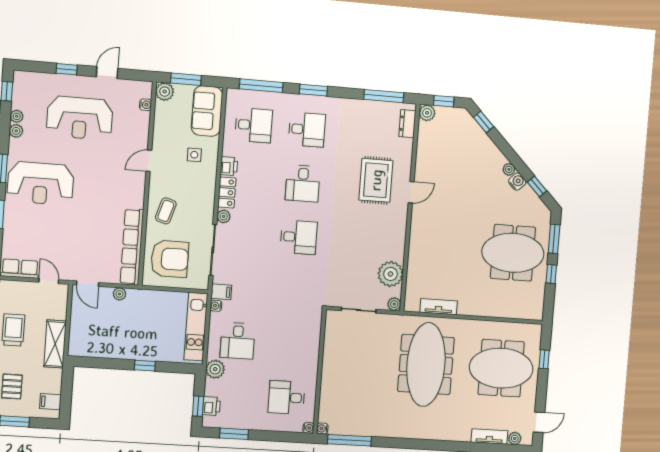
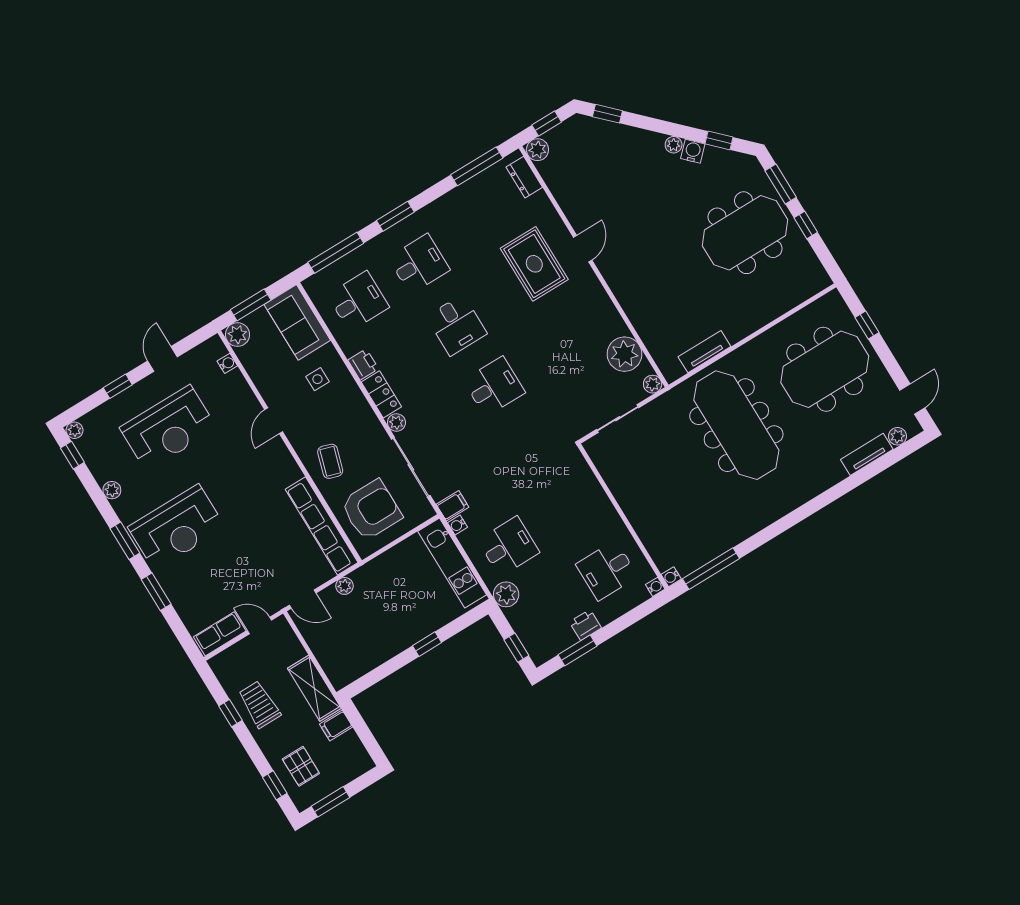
plant: (17, 116) -> (75, 430), moved
desk: (238, 341) -> (509, 546), turned -90
filing cabinet: (50, 402) -> (336, 725), moved
printer: (211, 406) -> (585, 625), moved, turned -90

